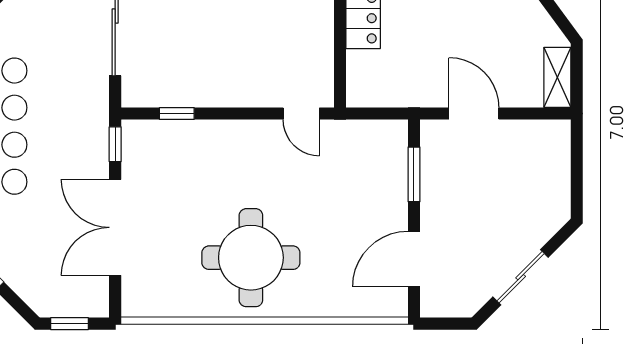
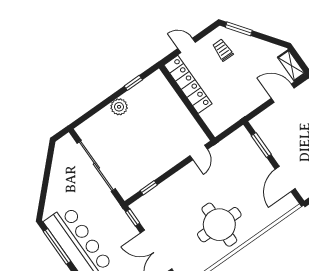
door: (301, 114) -> (199, 152), hinge flipped
door: (474, 114) -> (283, 93), moved

